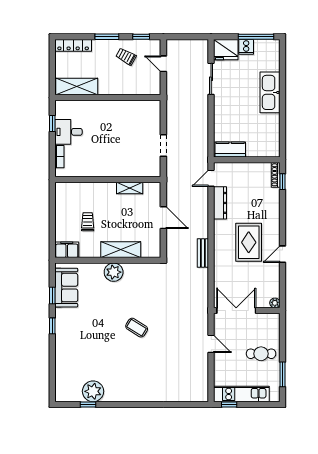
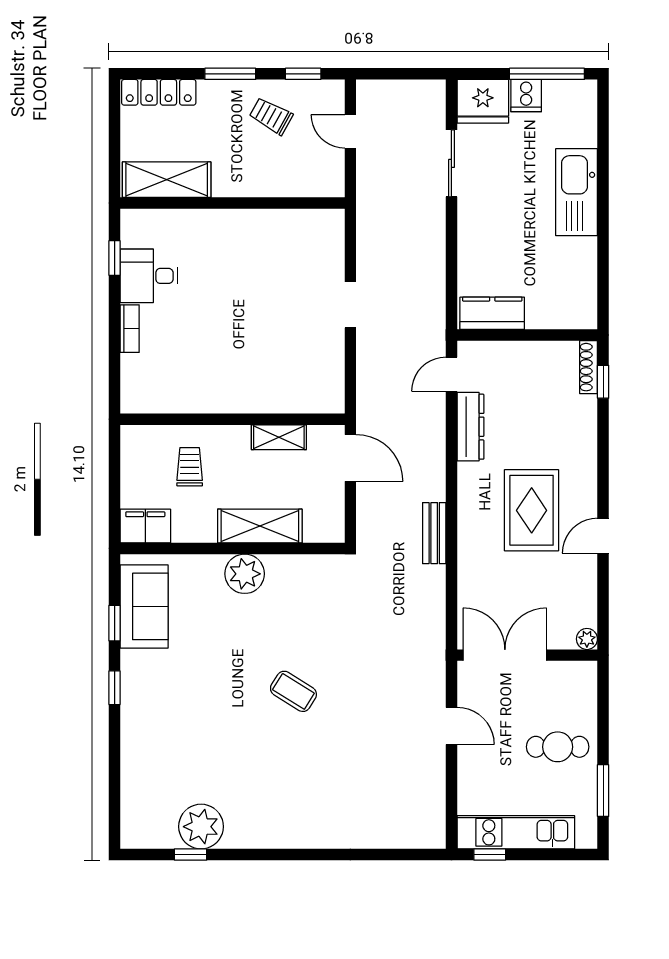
wall: (108, 180) -> (232, 419), moved
shelving: (130, 188) -> (279, 437), moved

